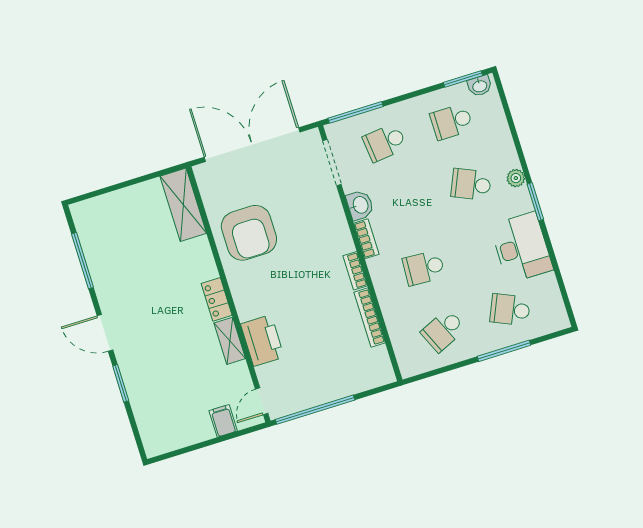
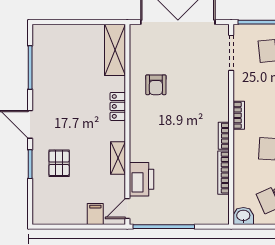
washbasin: (360, 205) -> (243, 216), moved, turned -90
armchair: (249, 233) -> (156, 85), width x0.53, depth x0.53
locker: (217, 299) -> (118, 106), moved
printer: (262, 340) -> (141, 179), moved
pallet: (157, 371) -> (59, 163), added

